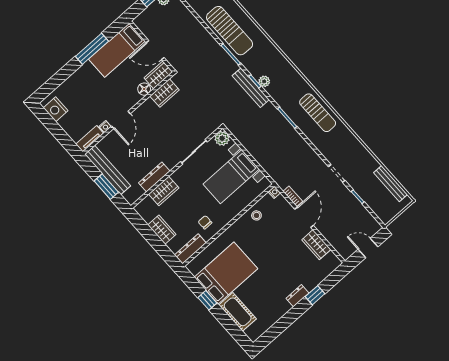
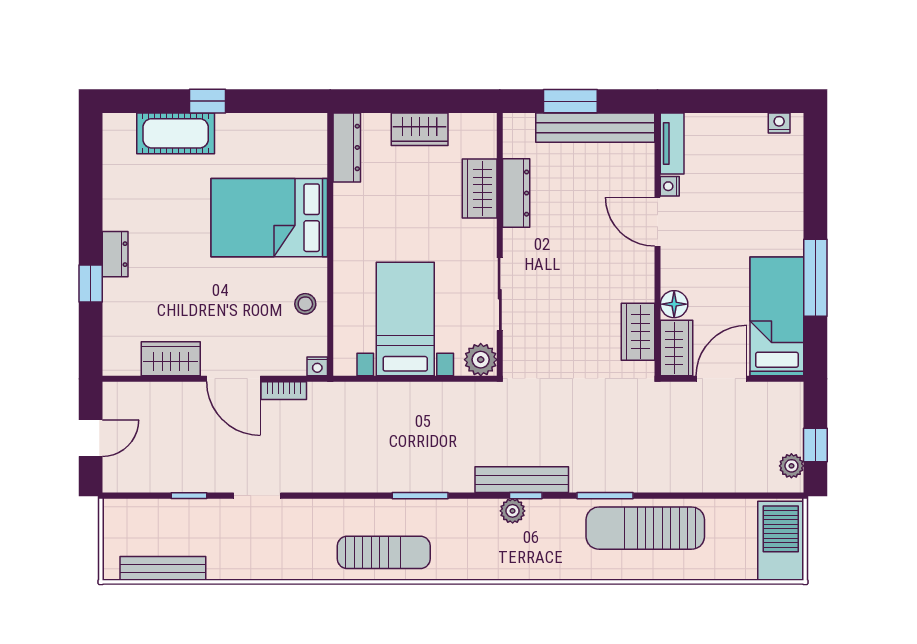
nightstand: (56, 109) -> (779, 123), width x0.53, depth x0.56
sun lounger: (318, 113) -> (384, 552), turned 180
chair: (205, 222) -> (369, 210), removed
bed: (226, 273) -> (269, 218), moved, turned 90
window: (207, 300) -> (208, 101), moved

